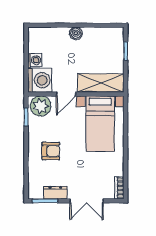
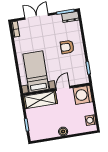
washing machine: (35, 60) -> (91, 120), moved
plant: (41, 106) -> (79, 77), removed
dresser: (55, 193) -> (70, 17), moved

